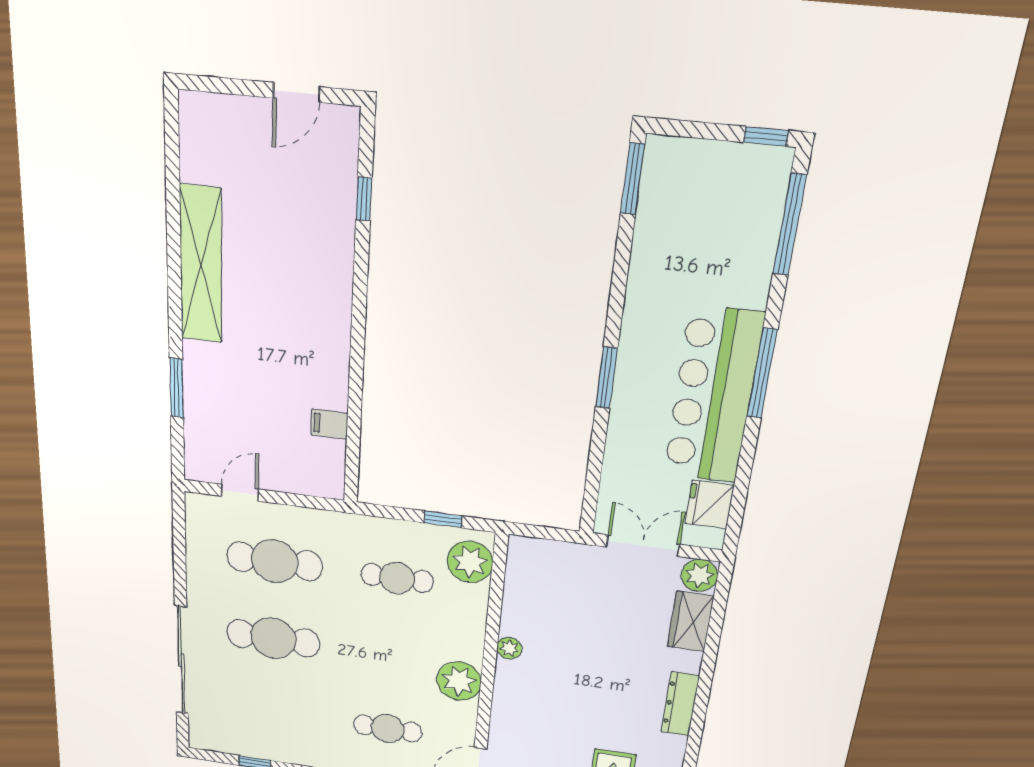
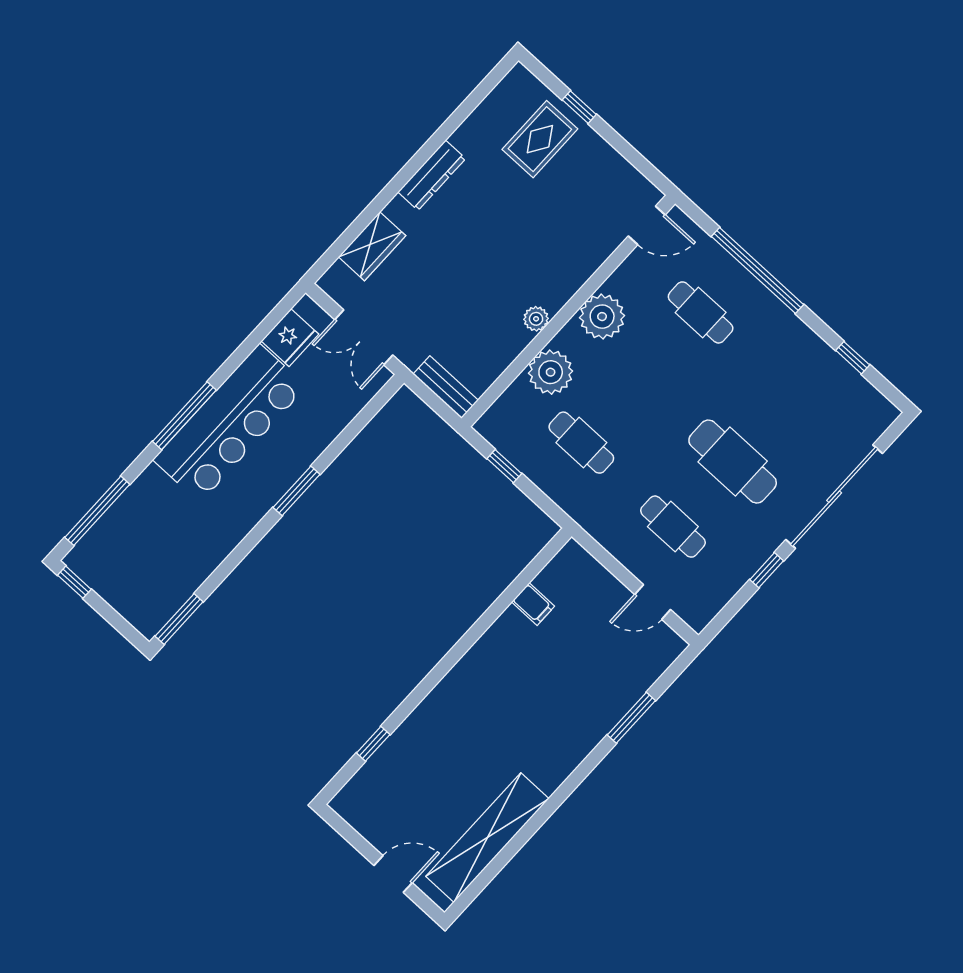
door: (296, 92) -> (393, 874), moved
shelving: (201, 265) -> (487, 838), moved
bench: (541, 550) -> (446, 387), added
cafe table: (275, 561) -> (673, 527), width x0.73, depth x0.74
plant: (470, 562) -> (551, 372), moved
plant: (700, 575) -> (338, 282), removed
window: (180, 576) -> (767, 570), added

